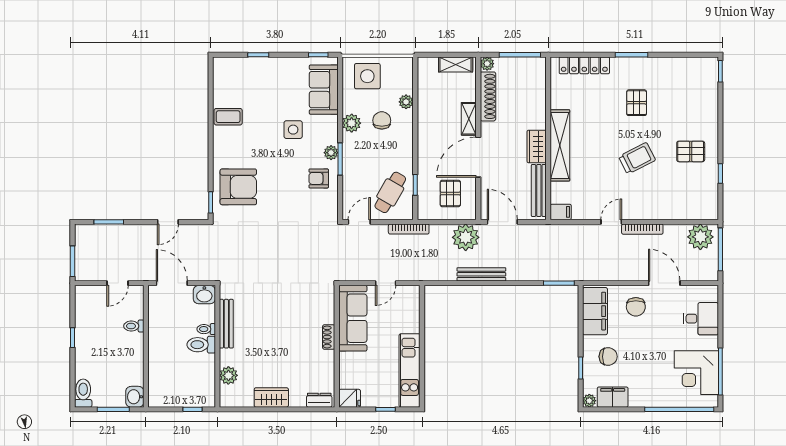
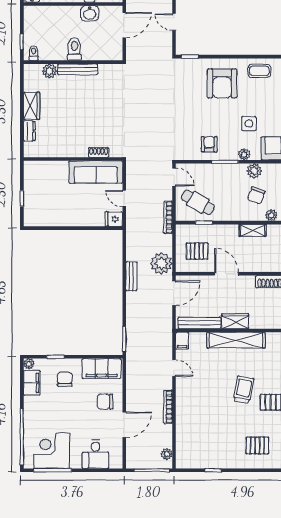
coffee table: (228, 117) -> (259, 71), turned 90
shelving: (469, 119) -> (253, 230), moved
chair: (382, 120) -> (256, 195), turned 110
pallet: (691, 151) -> (257, 446), moved, turned 90
plant: (331, 153) -> (244, 154), moved
door: (478, 157) -> (227, 274), width x0.73
trolley: (637, 158) -> (244, 390), moved, turned -142
armchair: (238, 187) -> (222, 83), moved
door: (611, 222) -> (174, 368), moved
plant: (700, 237) -> (167, 454), width x0.53, depth x0.53
bench: (481, 274) -> (131, 276), width x0.73
washbasin: (204, 295) -> (90, 13), moved, turned -90
bench: (226, 324) -> (78, 69), moved
toilet: (206, 329) -> (34, 53), moved
shoe rack: (329, 337) -> (99, 152), moved
chair: (608, 357) -> (65, 379), turned 180
kitchen unit: (410, 370) -> (53, 218), removed
fridge: (350, 398) -> (114, 219), moved, turned 90
dresser: (319, 400) -> (29, 131), moved

